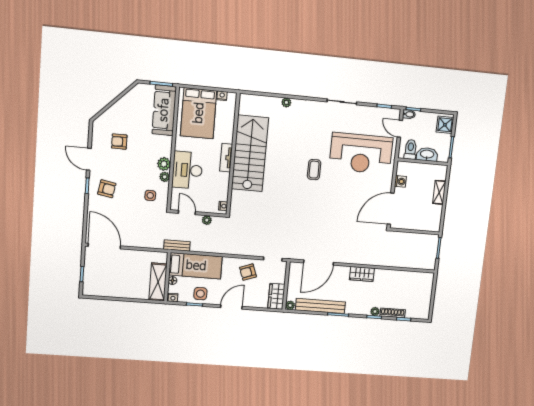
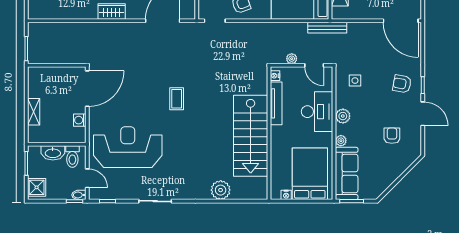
plant: (286, 102) -> (221, 190), width x1.88, depth x1.88
armchair: (119, 142) -> (392, 136), turned -90
tv unit: (226, 158) -> (276, 103), moved, width x1.41
coffee table: (314, 170) -> (177, 99), moved
plant: (165, 177) -> (341, 141), moved
bench: (177, 246) -> (327, 28), width x1.36

